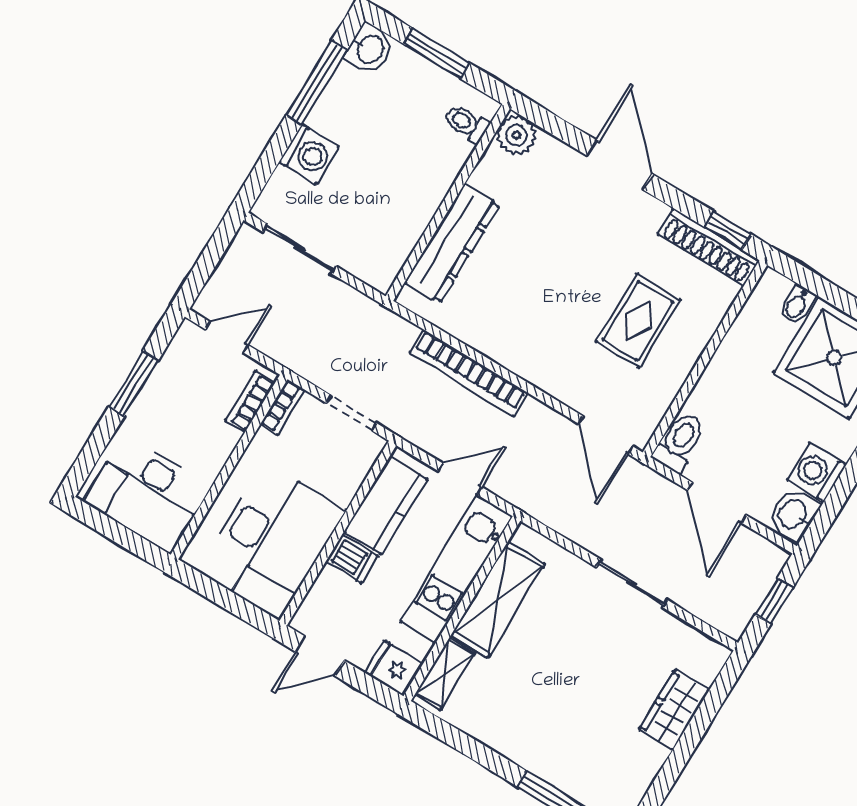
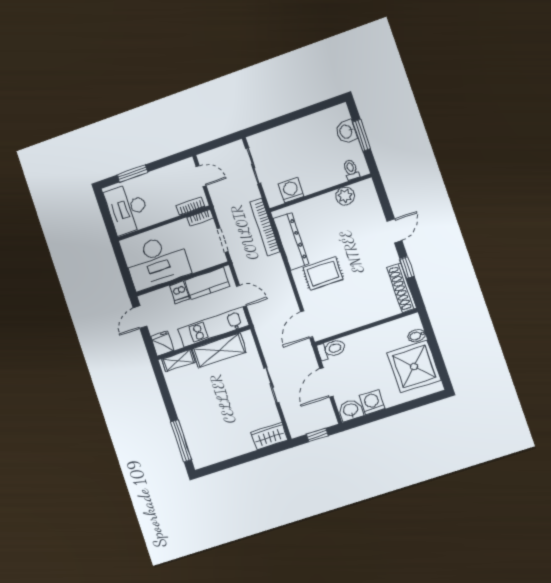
washbasin: (369, 49) -> (346, 132), moved, turned 90
window: (317, 82) -> (309, 110), removed
plant: (516, 135) -> (345, 196), moved
washing machine: (309, 154) -> (291, 190), moved, turned 180
door: (620, 165) -> (394, 231), width x0.73
window: (728, 231) -> (407, 267), moved
dresser: (452, 243) -> (291, 241), moved, turned -90
rug: (638, 321) -> (323, 274), moved
bookcase: (469, 373) -> (265, 227), moved
window: (134, 384) -> (133, 173), moved
door: (320, 656) -> (140, 317), hinge flipped
wardrobe: (674, 710) -> (269, 436), moved

